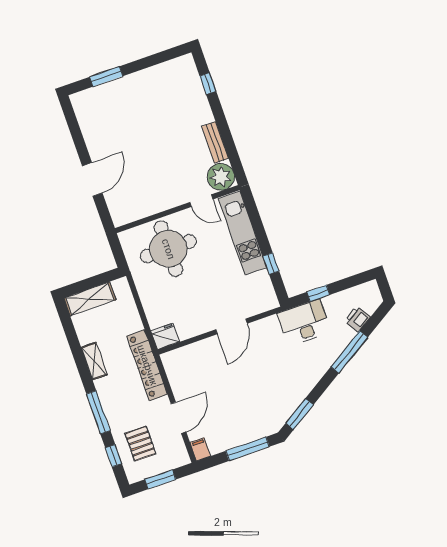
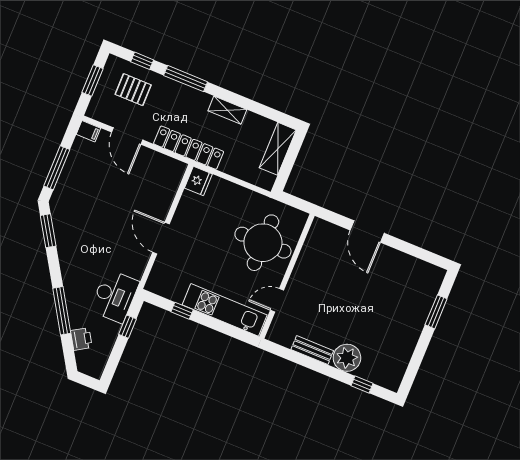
plant: (221, 177) -> (347, 358), moved

